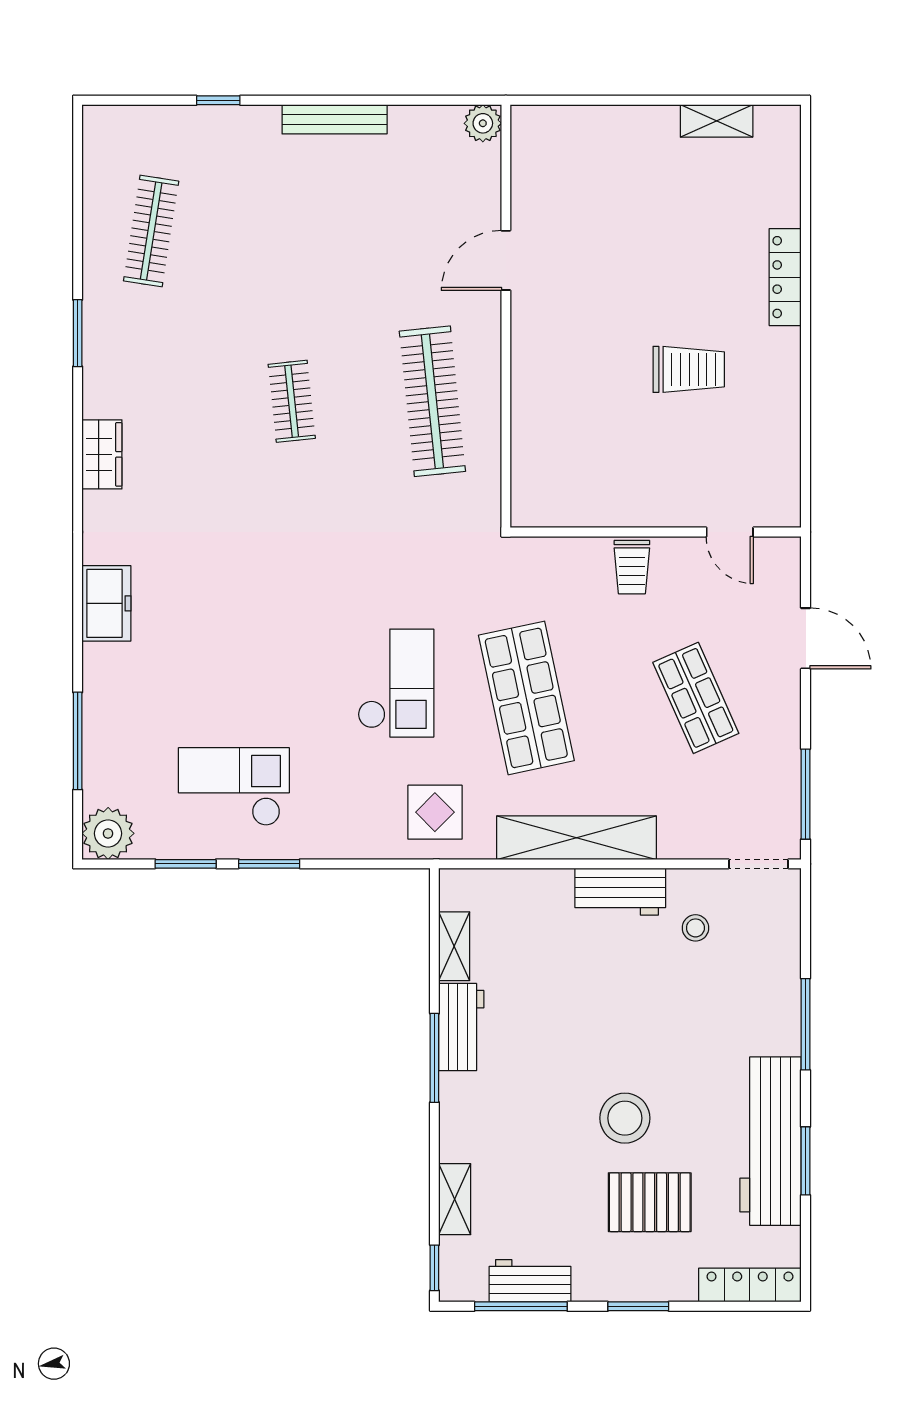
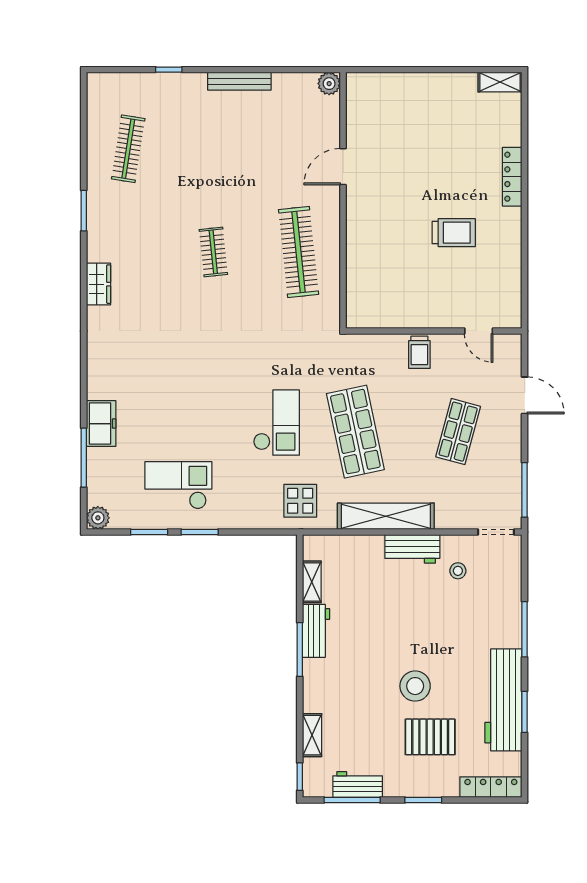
shelving: (717, 121) -> (500, 82), moved
freezer: (106, 603) -> (101, 424), moved
shop shelf: (696, 698) -> (458, 432), turned 39
plant: (108, 833) -> (98, 518), width x0.73, depth x0.73

